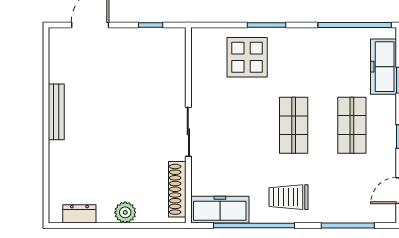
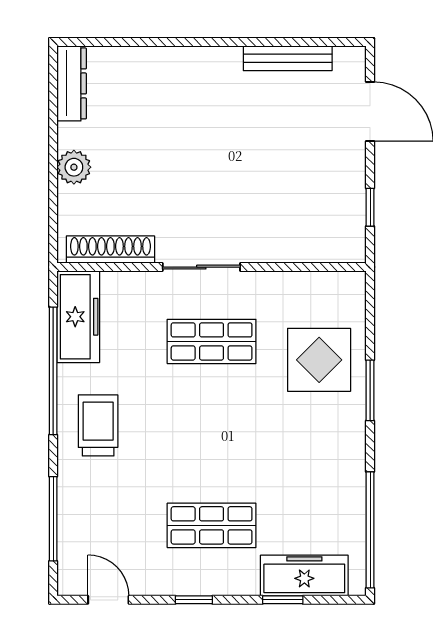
bench: (56, 112) -> (288, 58), moved
shop shelf: (294, 125) -> (212, 341), moved
dresser: (79, 214) -> (72, 83), width x1.44

